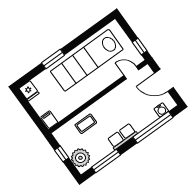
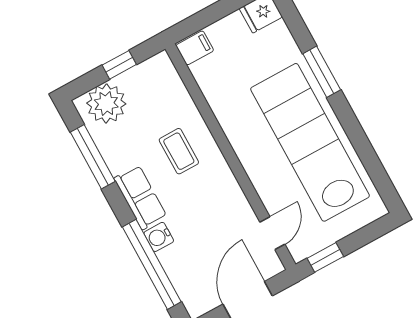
water cooler: (161, 110) -> (159, 237), moved
coffee table: (86, 124) -> (179, 151), moved

